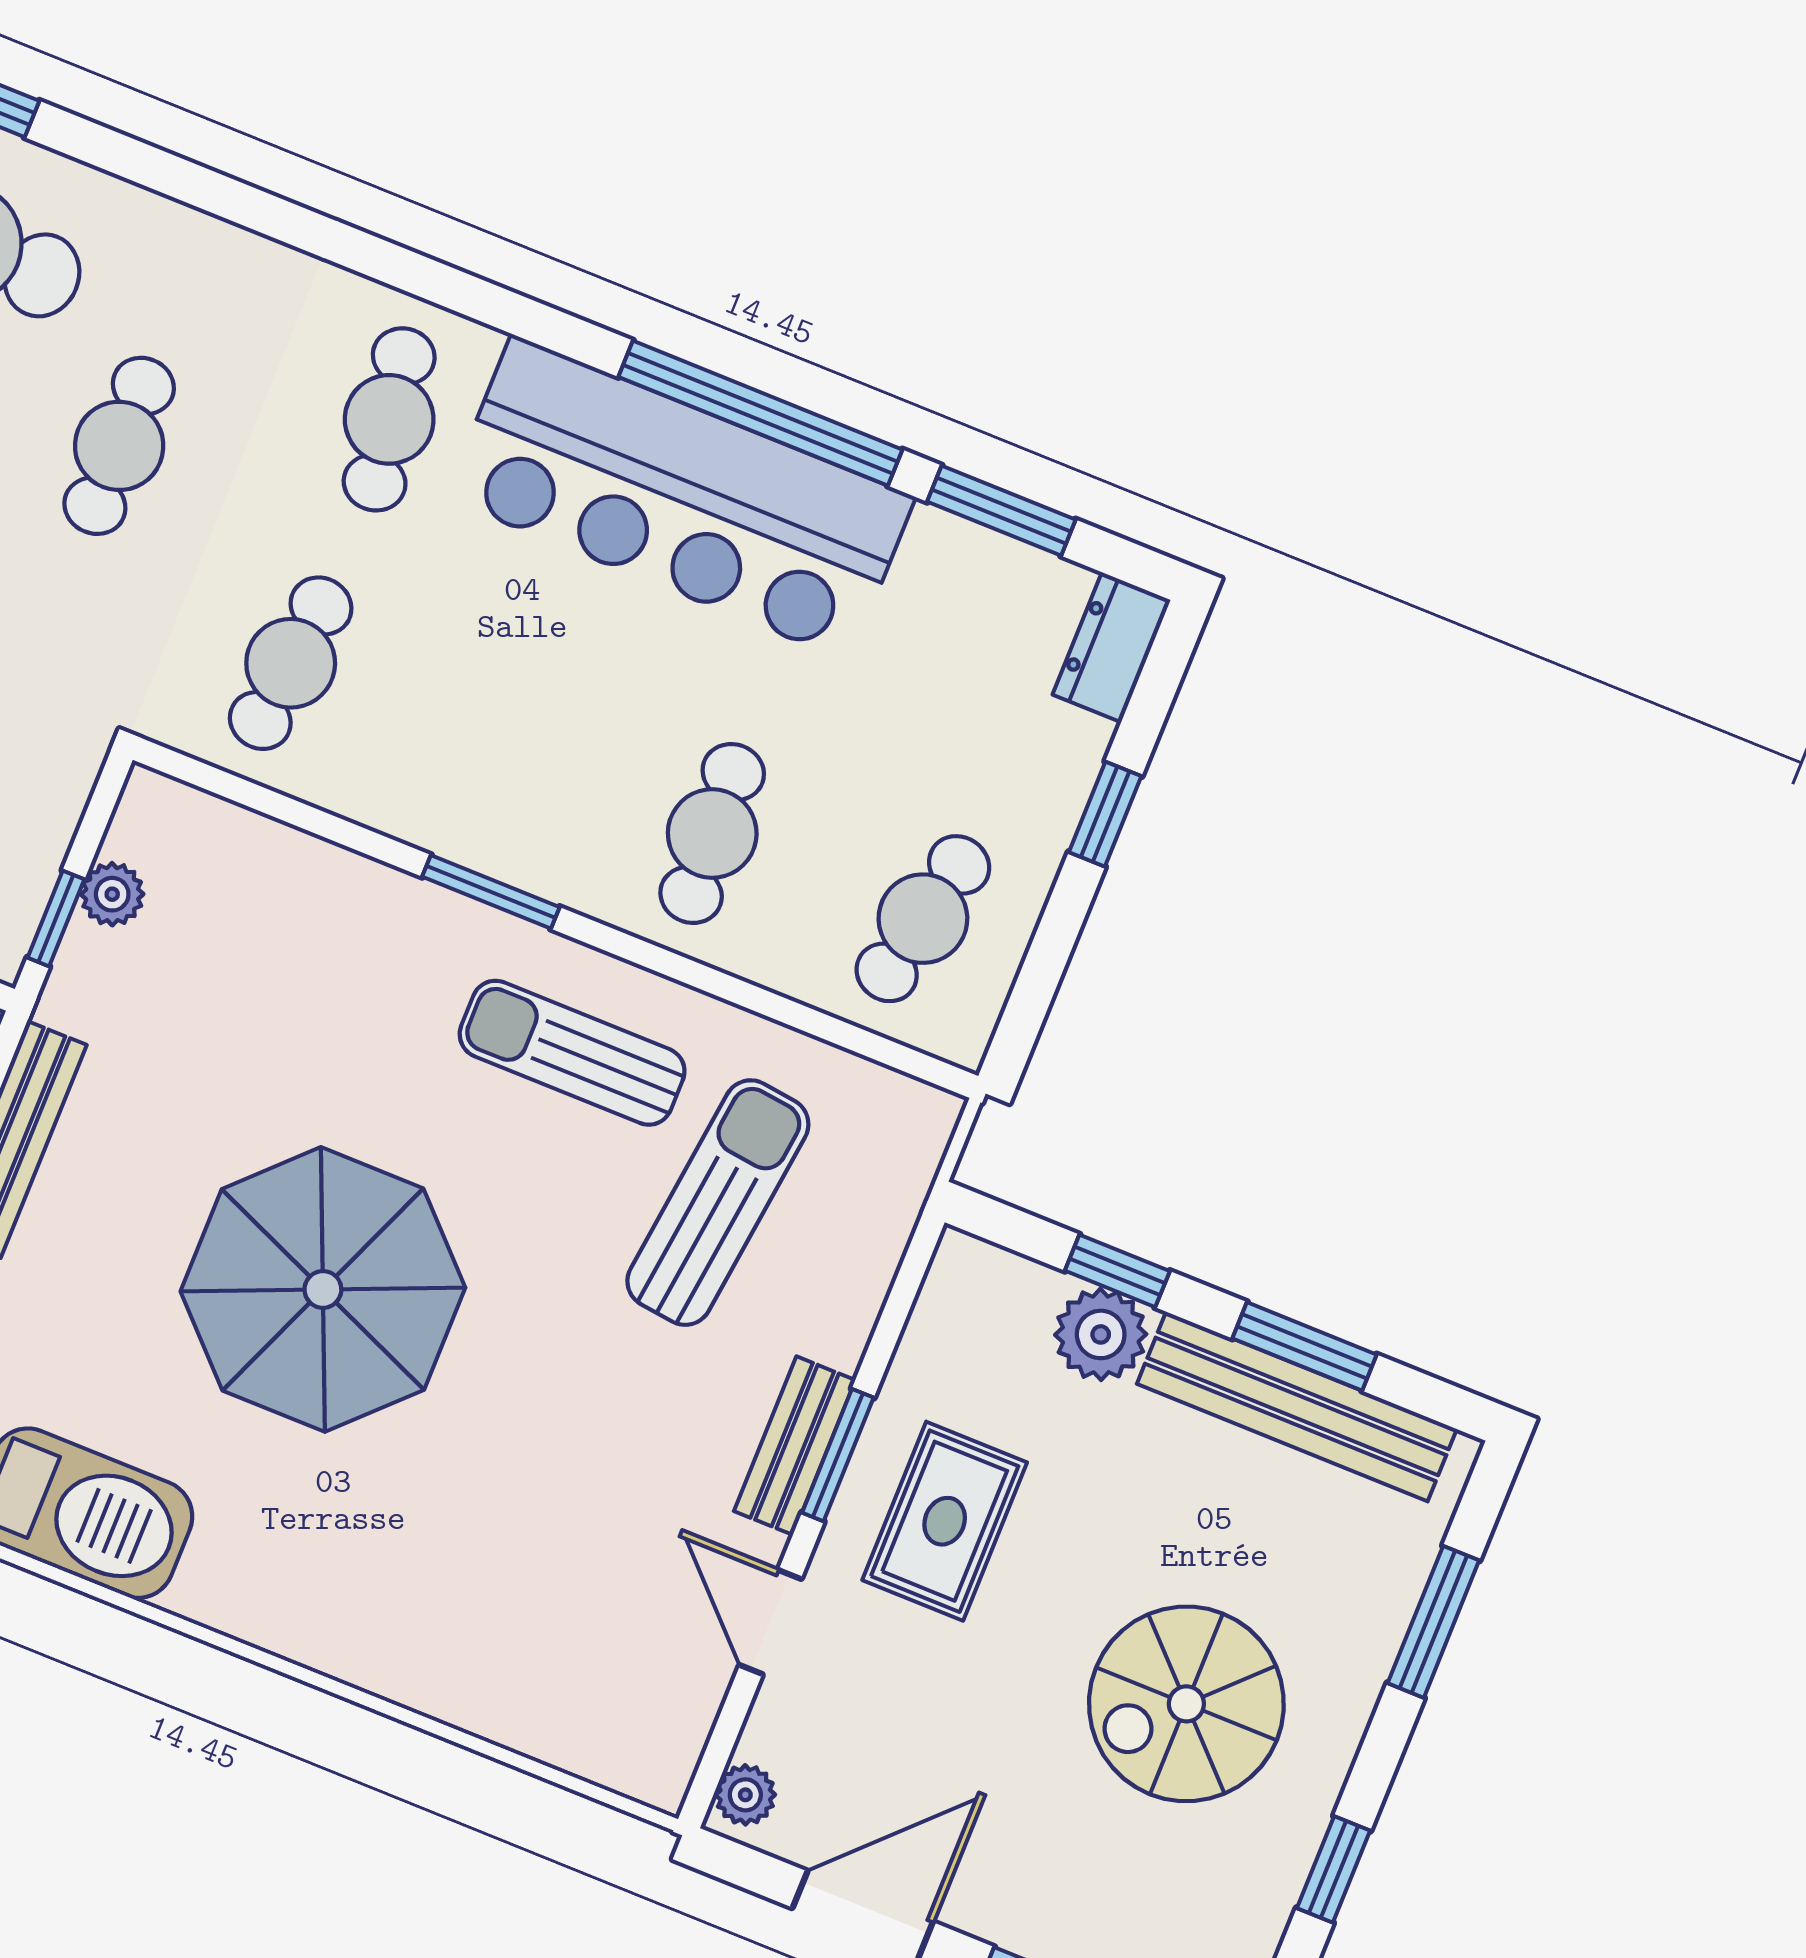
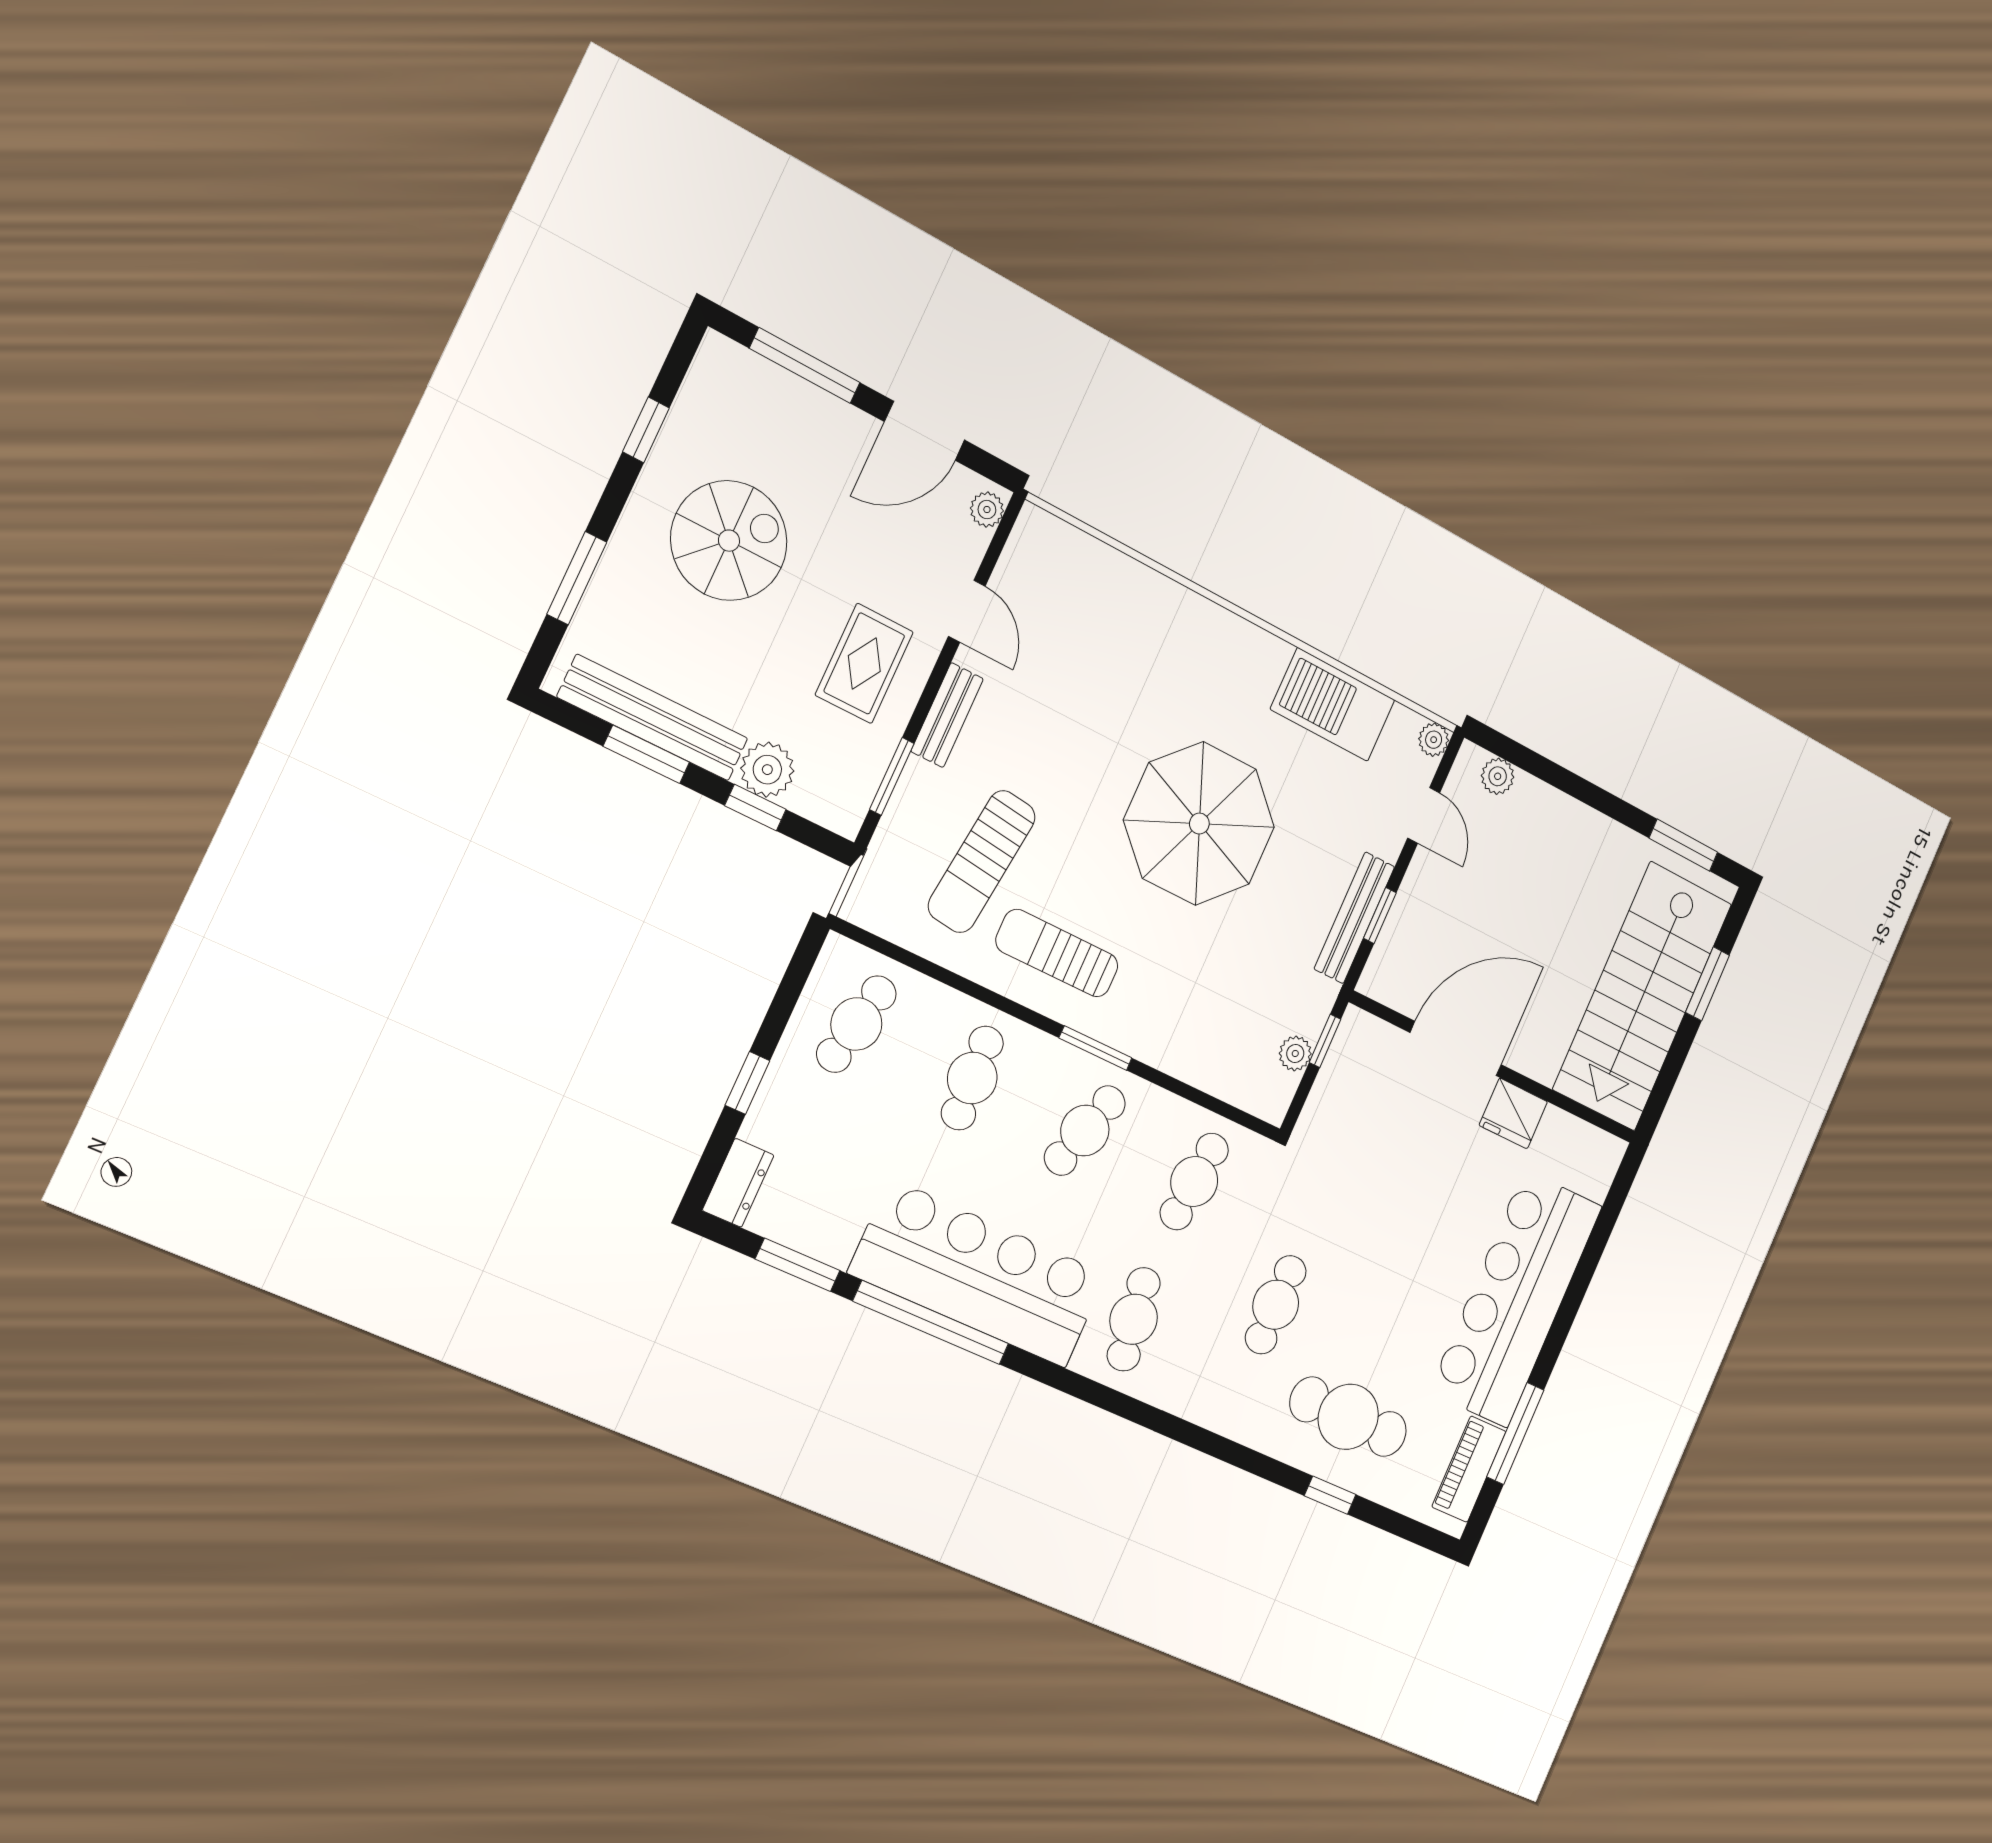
cafe table: (501, 748) -> (1085, 1131), added
sun lounger: (572, 1053) -> (1057, 953), turned 180
window: (838, 1455) -> (892, 776), moved

